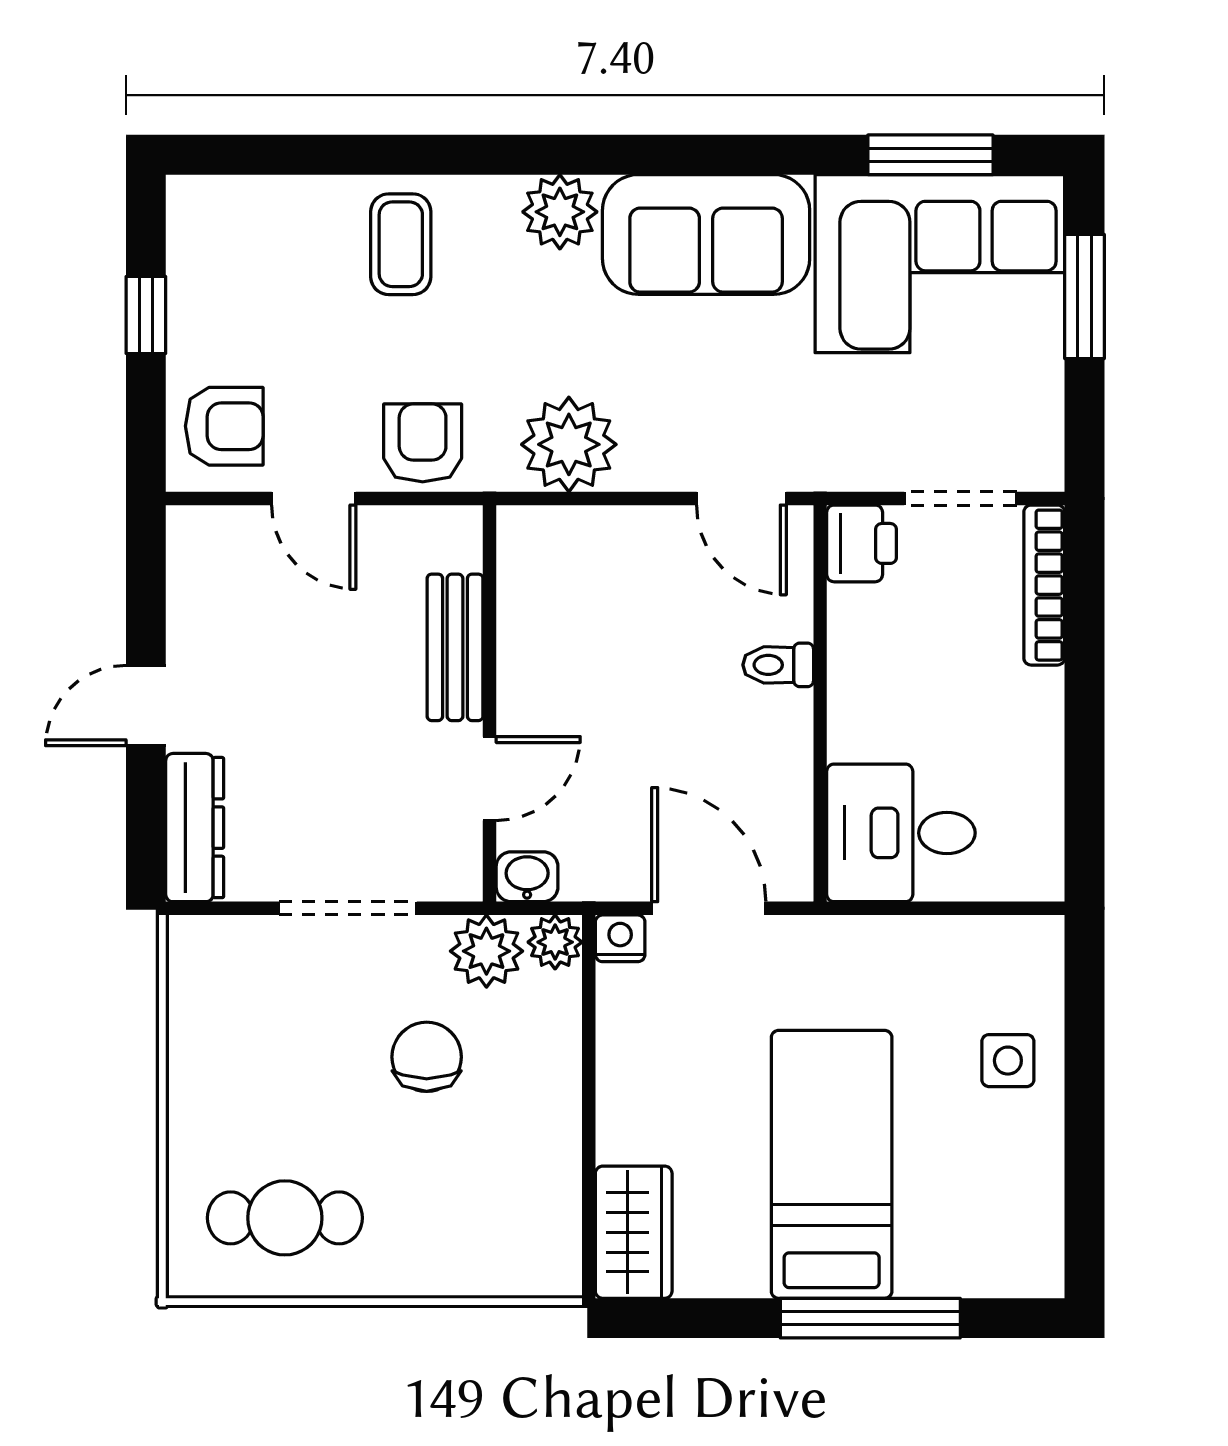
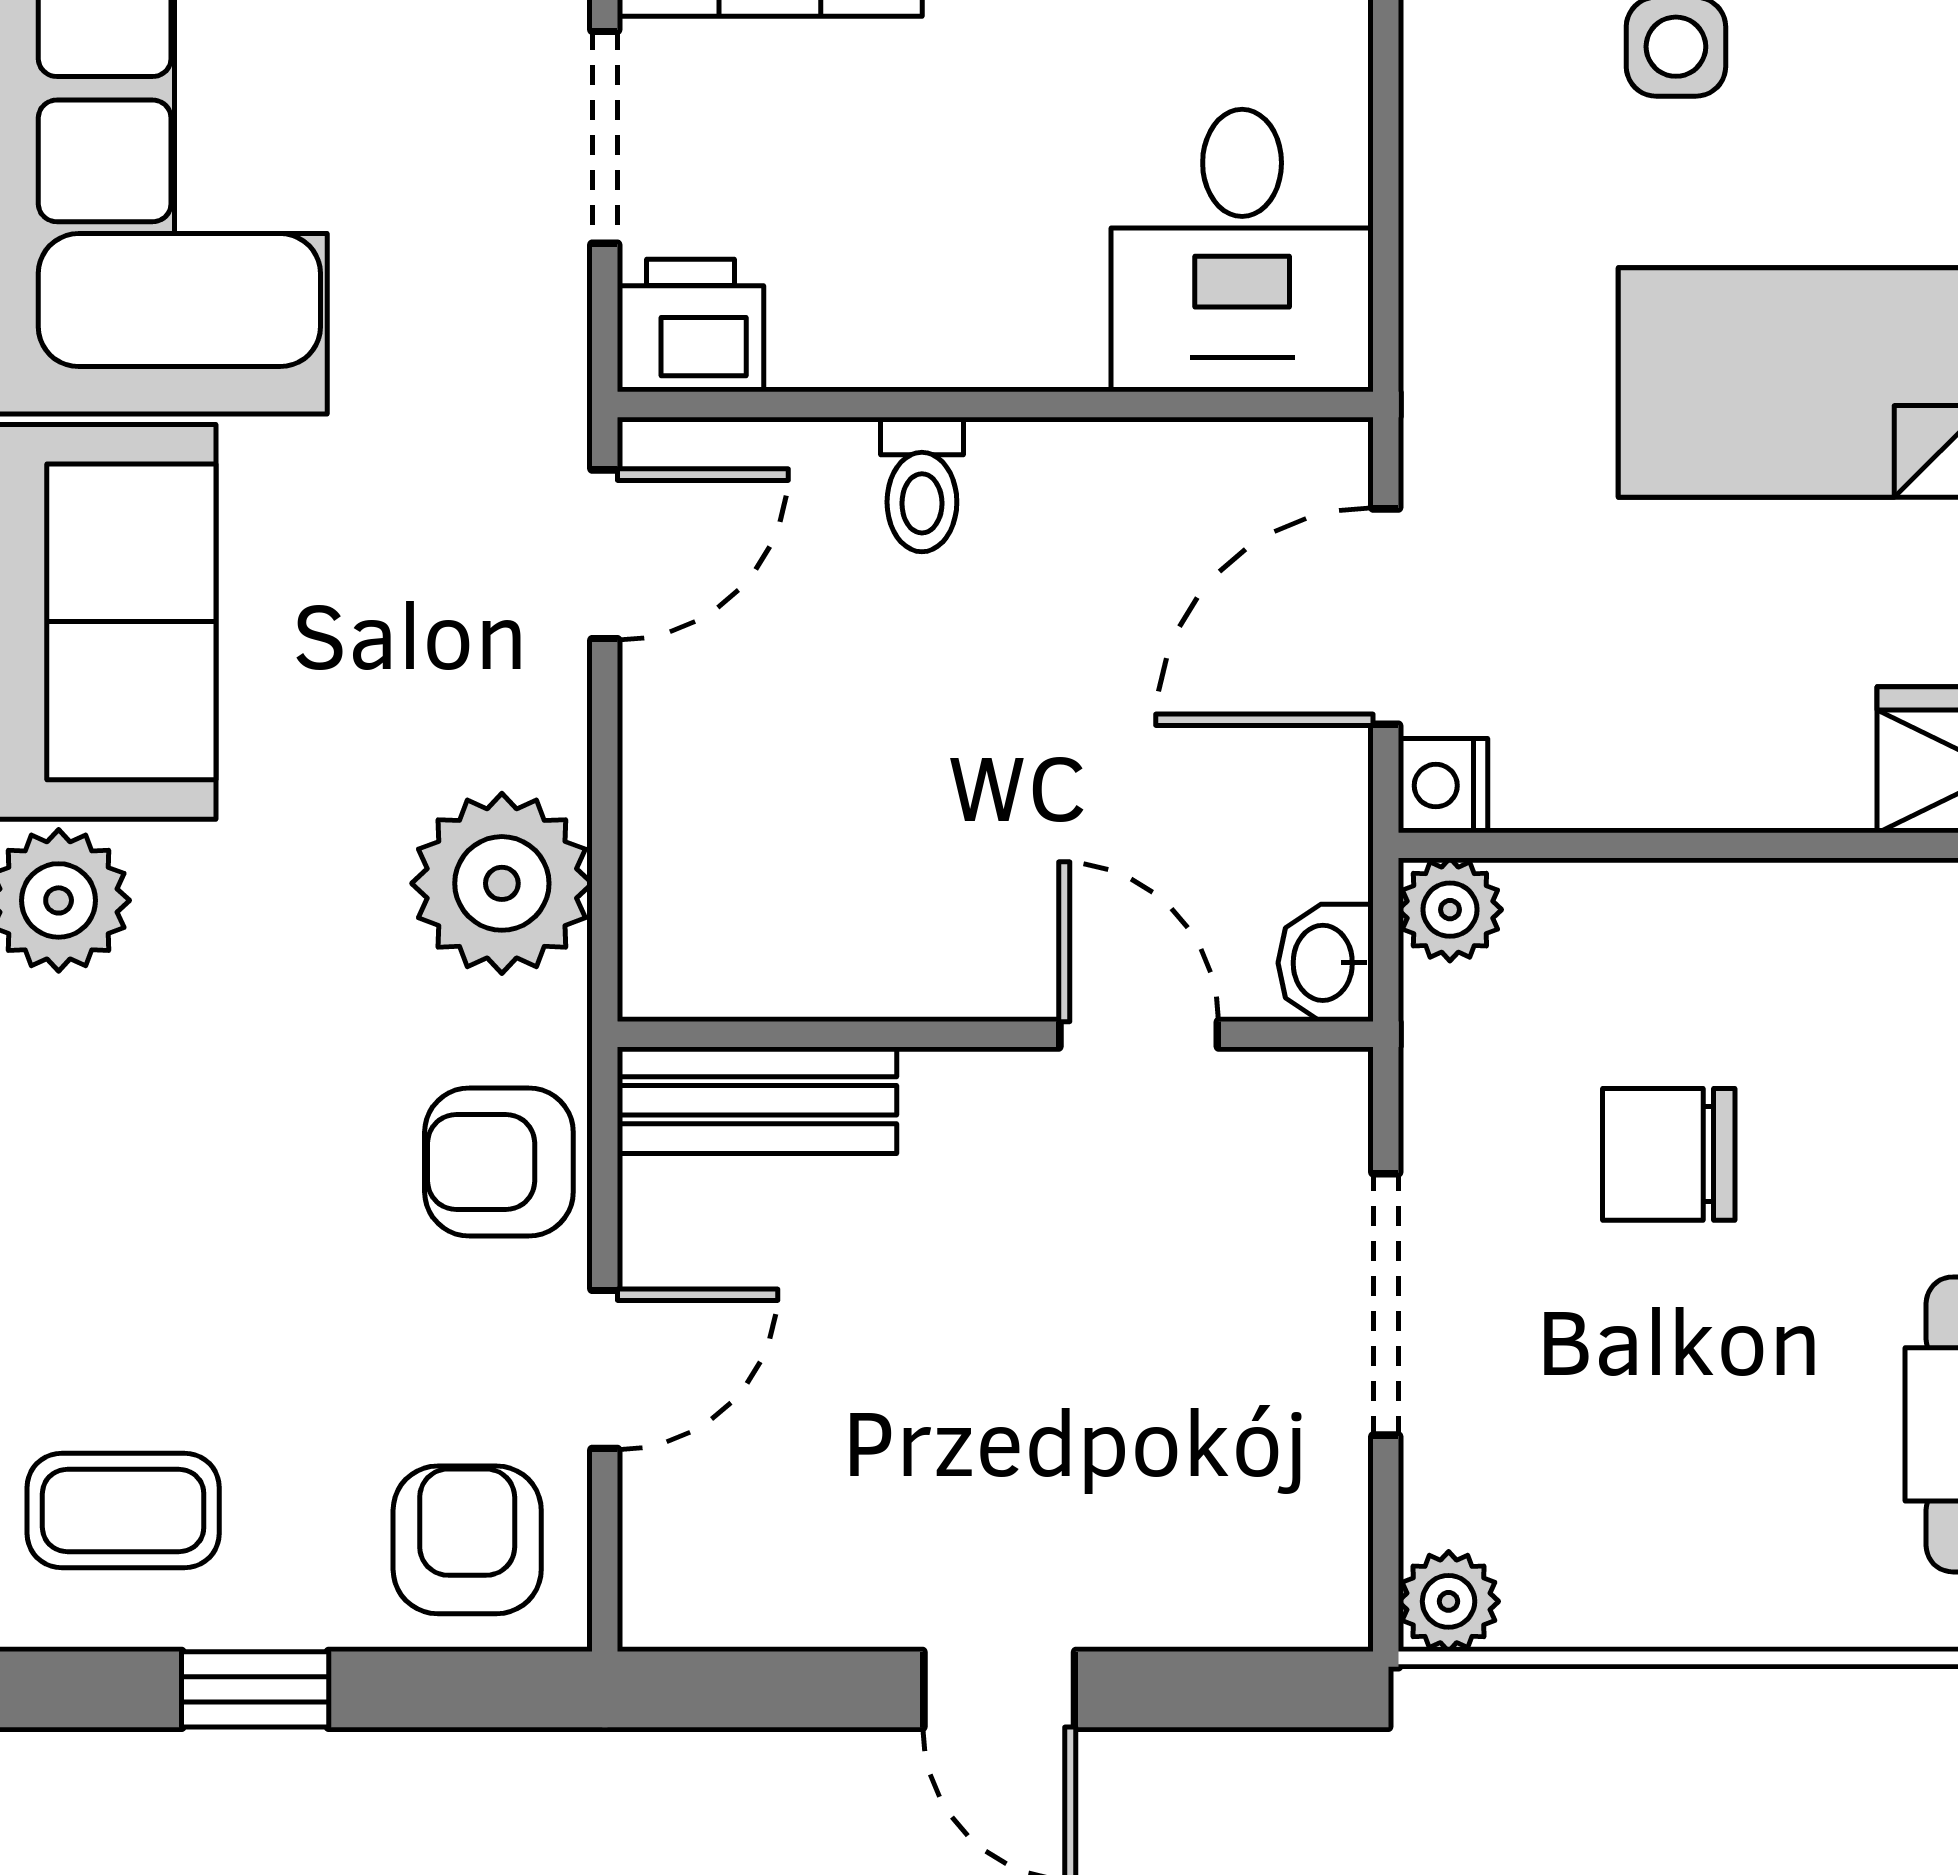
coffee table: (401, 244) -> (123, 1510), moved
bench: (455, 647) -> (757, 1100), moved
dresser: (195, 828) -> (1232, 1596), removed
plant: (486, 951) -> (1449, 1601), moved, width x0.73, depth x0.73

